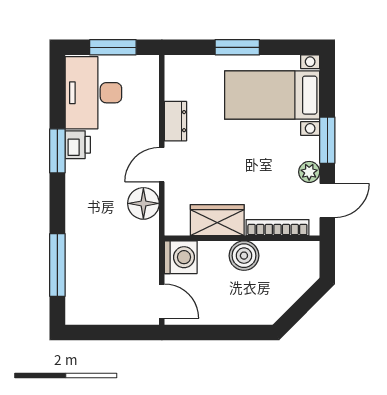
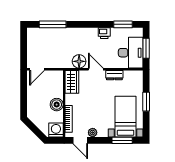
desk: (93, 93) -> (131, 53), moved, turned 90
window: (327, 140) -> (122, 140), moved
window: (57, 151) -> (123, 24), moved
wardrobe: (217, 220) -> (72, 82), moved
washing machine: (181, 257) -> (56, 130), moved, turned 180

